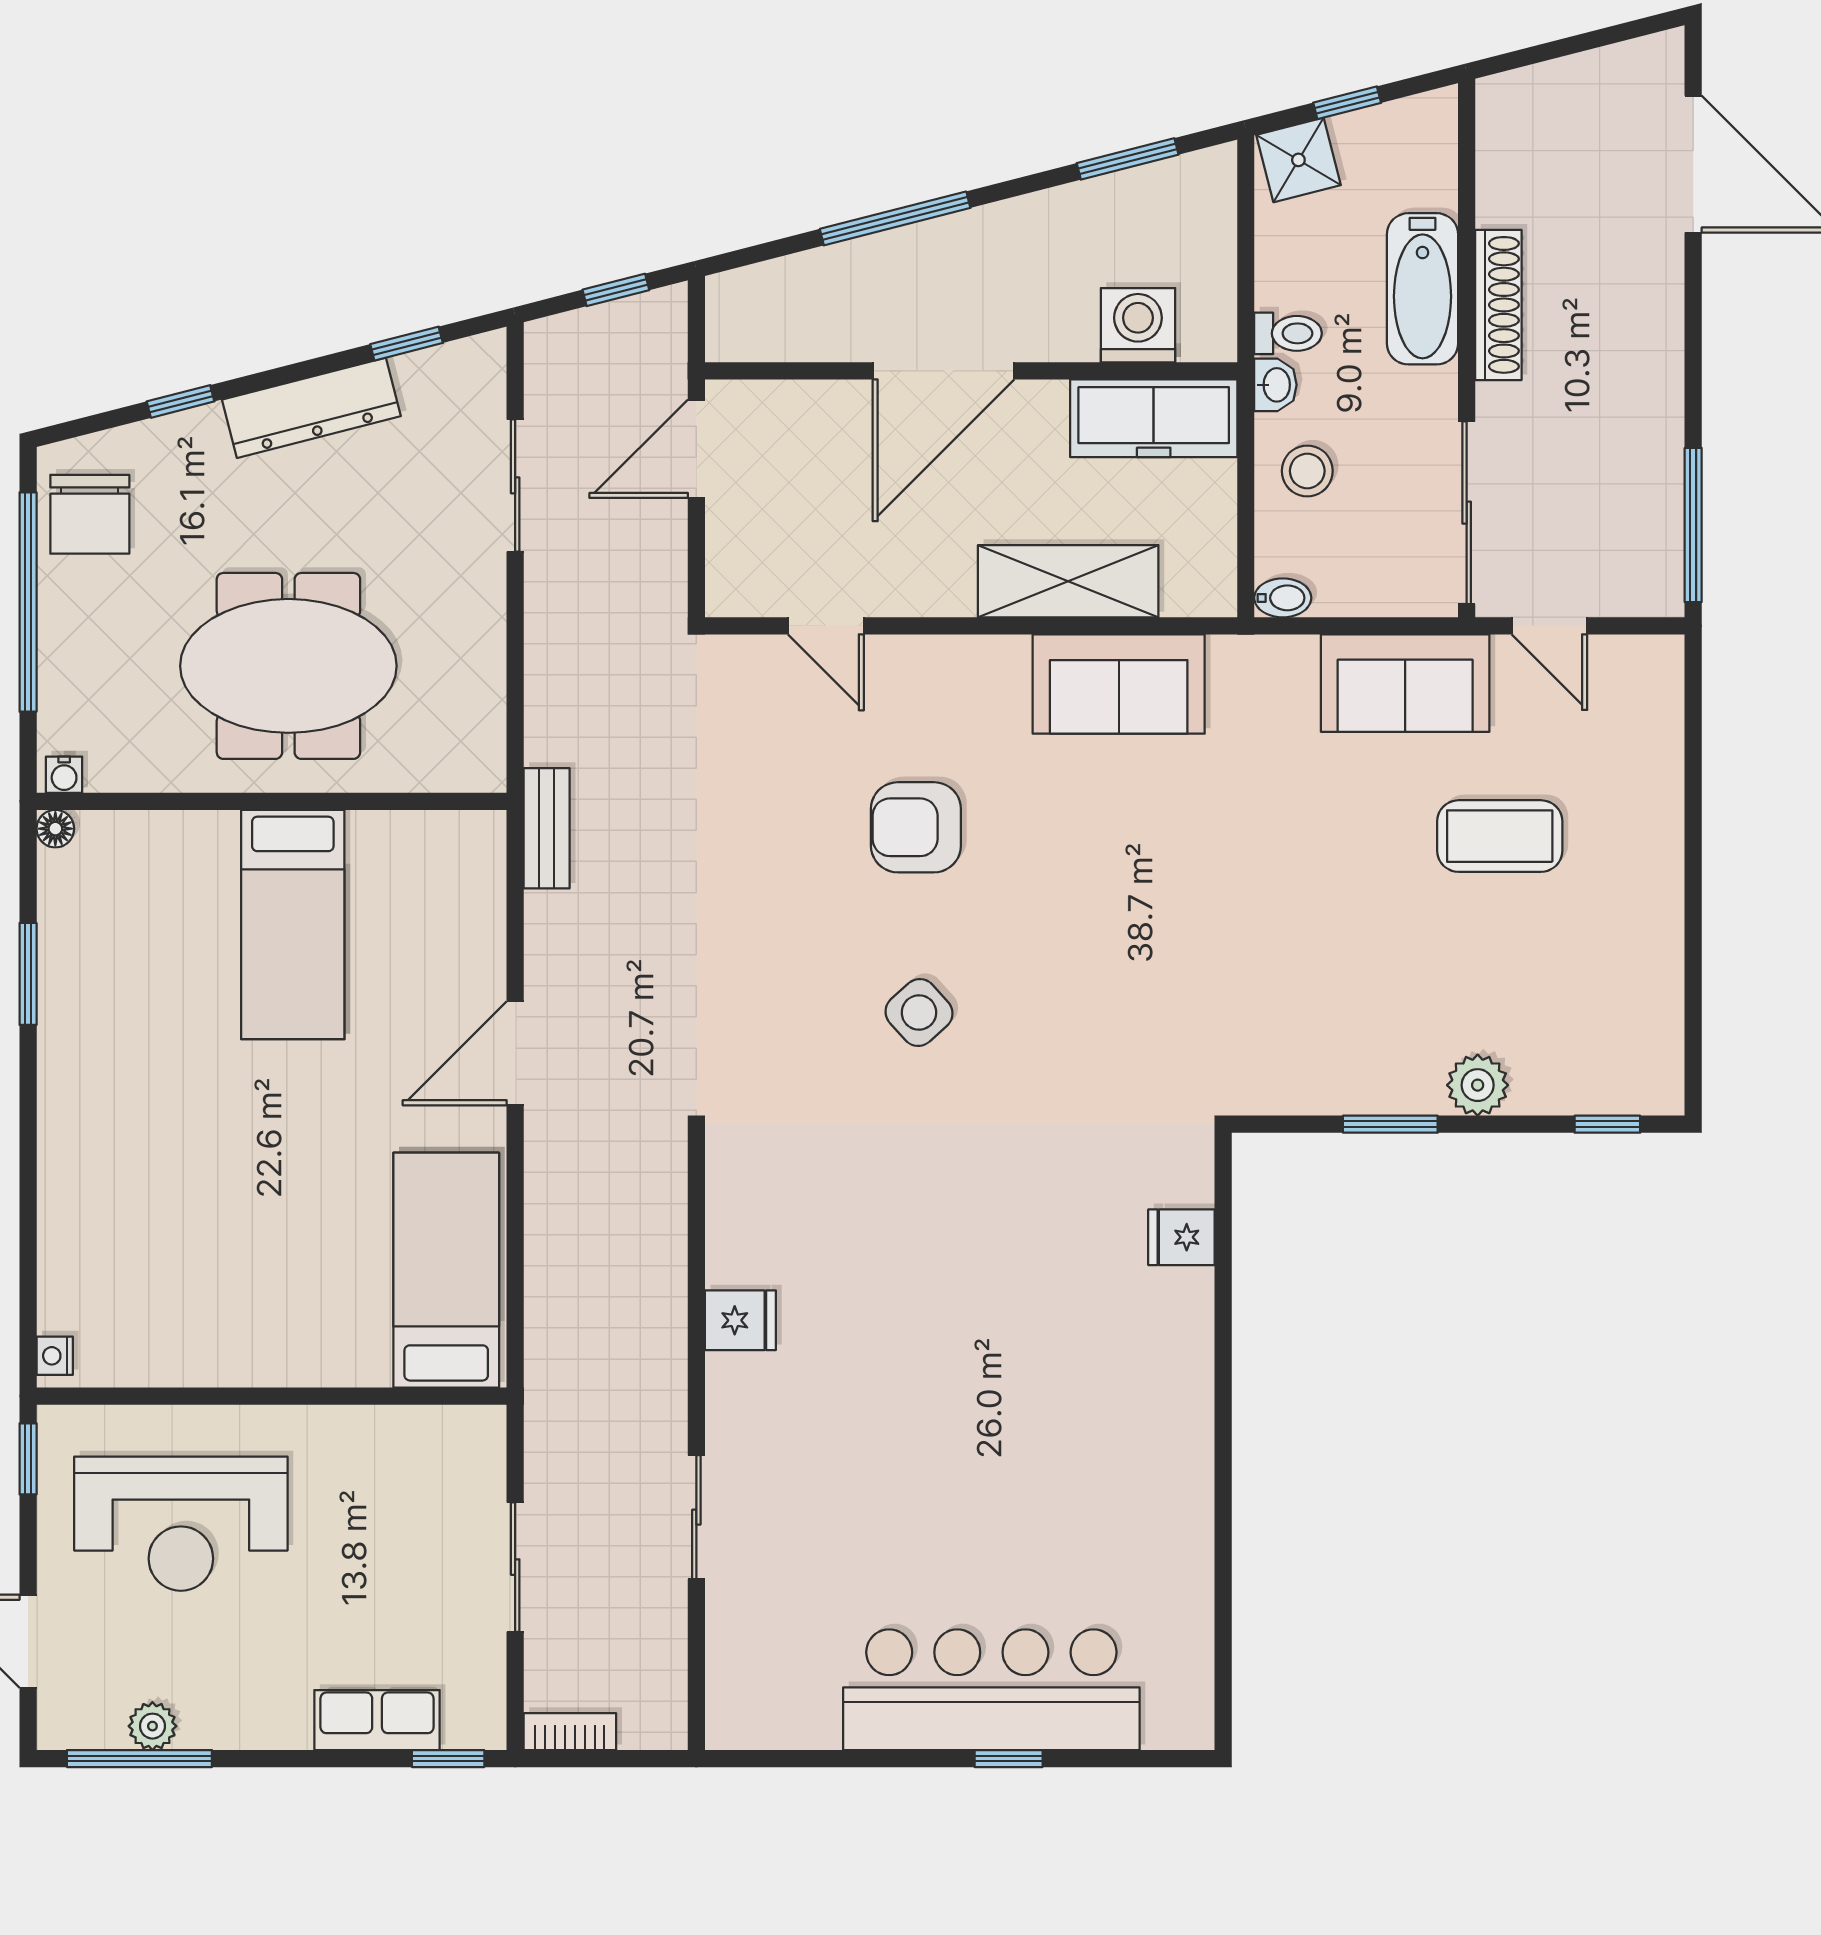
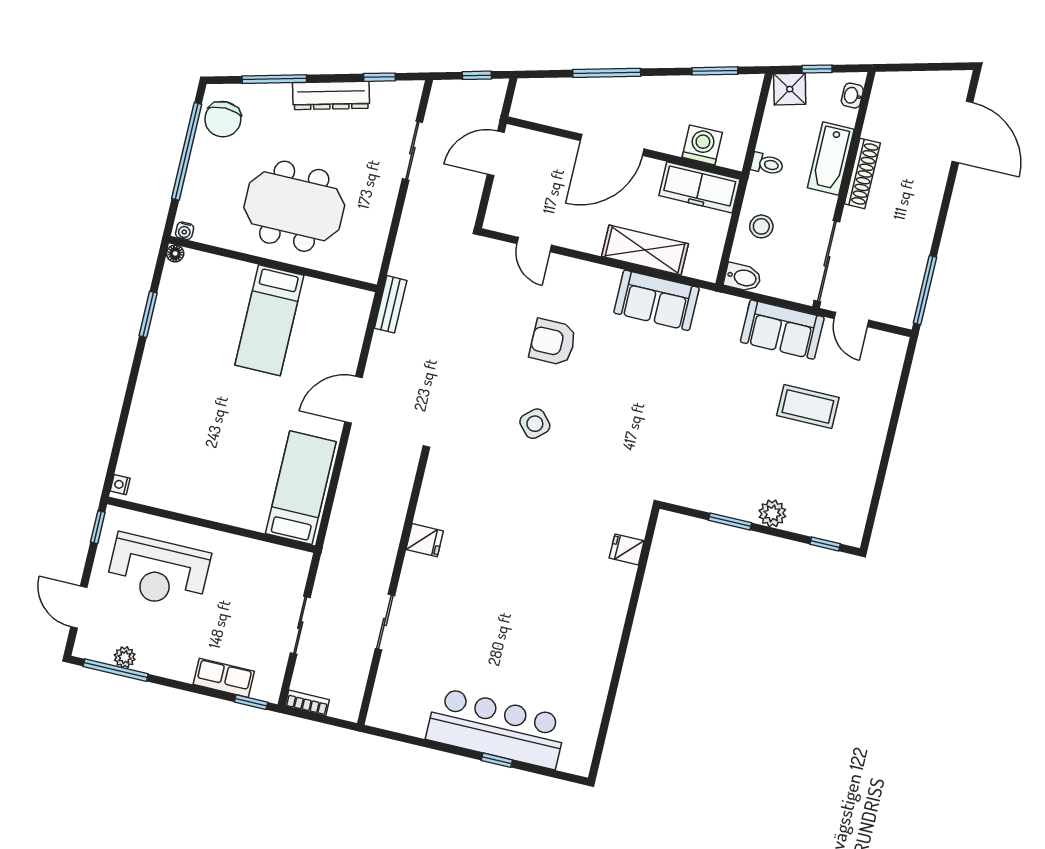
washbasin: (1275, 385) -> (852, 96), moved, turned 180
window: (181, 401) -> (274, 79), width x2.17
bidet: (1283, 598) -> (743, 277), width x1.38, depth x1.36

